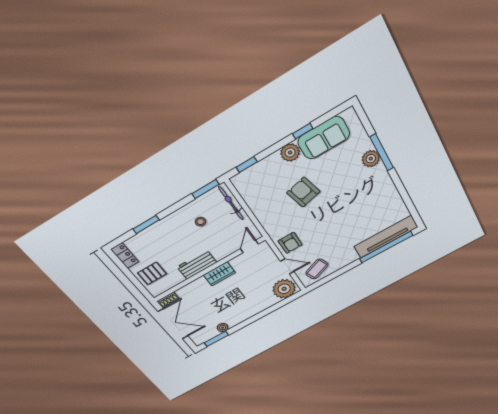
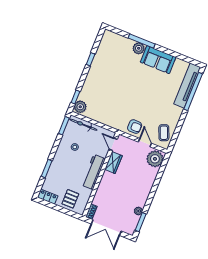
sofa: (324, 138) -> (158, 60), moved, turned 90
plant: (290, 153) -> (80, 107), moved
armchair: (303, 192) -> (118, 92), removed
workbench: (197, 265) -> (93, 172), width x1.38
door: (287, 266) -> (145, 143), hinge flipped
wardrobe: (219, 274) -> (113, 163), moved
double door: (173, 324) -> (106, 227), swing flipped

